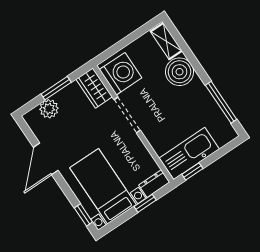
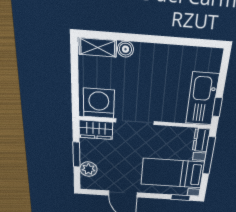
boiler: (179, 72) -> (125, 49), width x0.54, depth x0.54
window: (221, 102) -> (184, 42), removed
window: (145, 203) -> (209, 156), width x2.17

